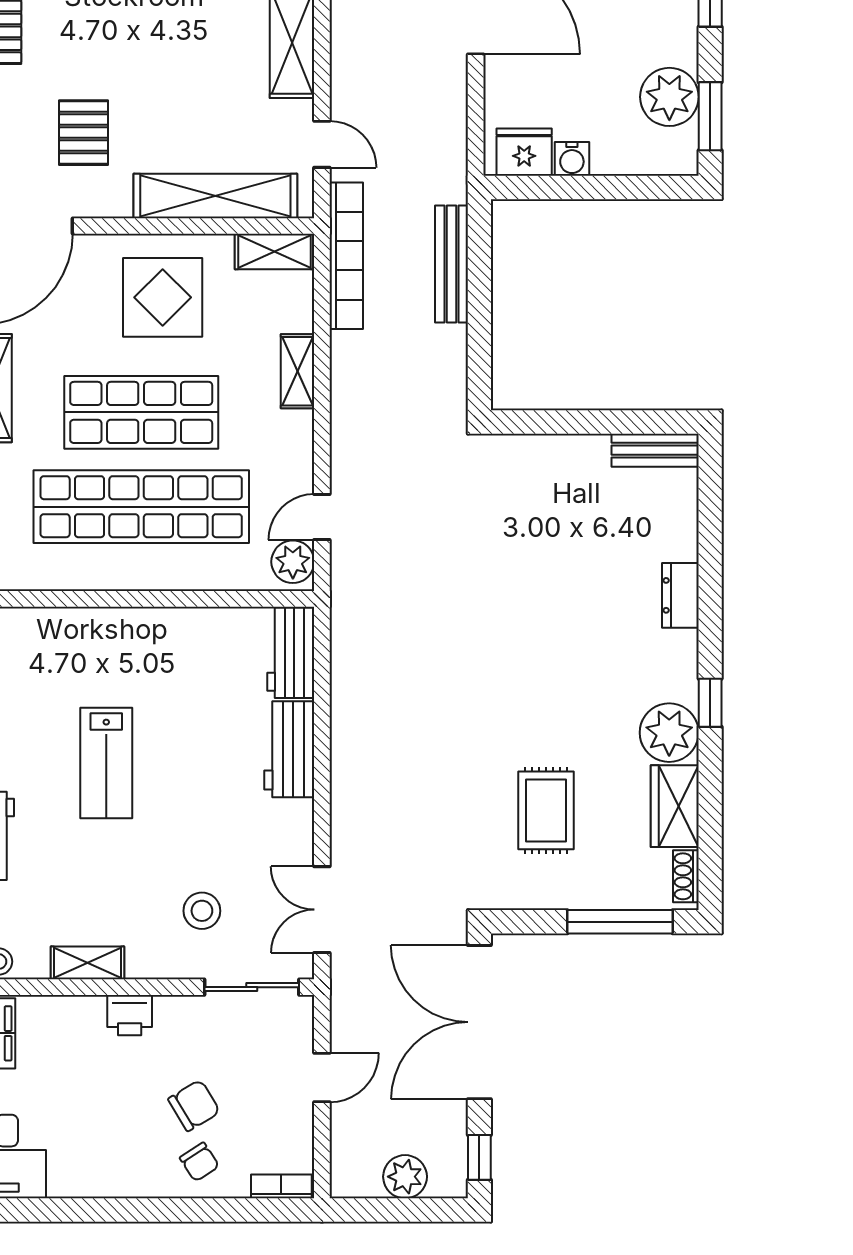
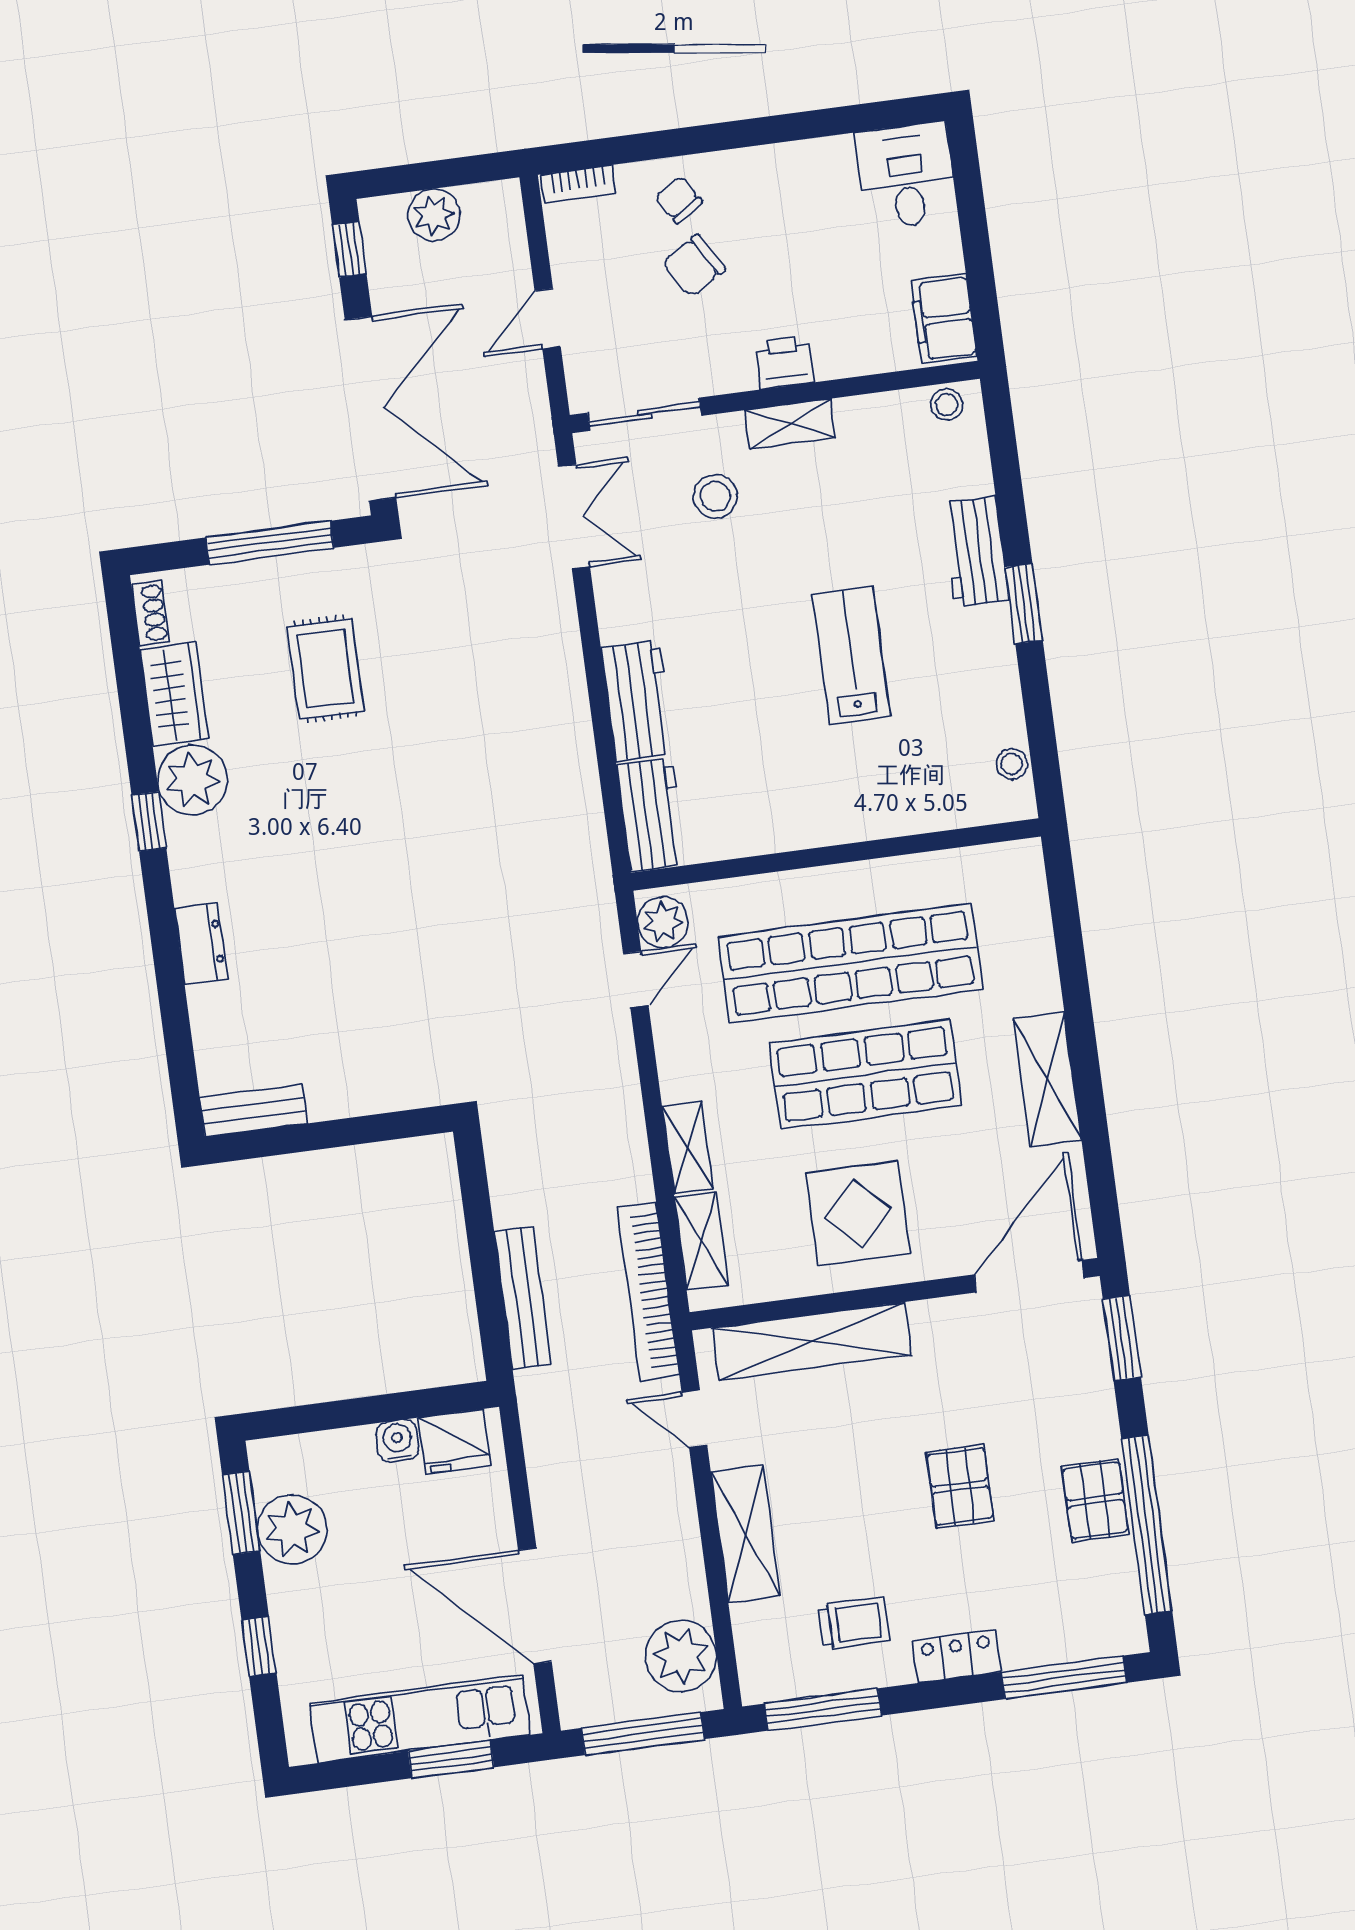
pallet: (84, 133) -> (960, 1486), moved
shelving: (275, 251) -> (701, 1241), moved, turned 90
window: (620, 922) -> (270, 543), moved
shelving: (88, 963) -> (790, 424), moved

